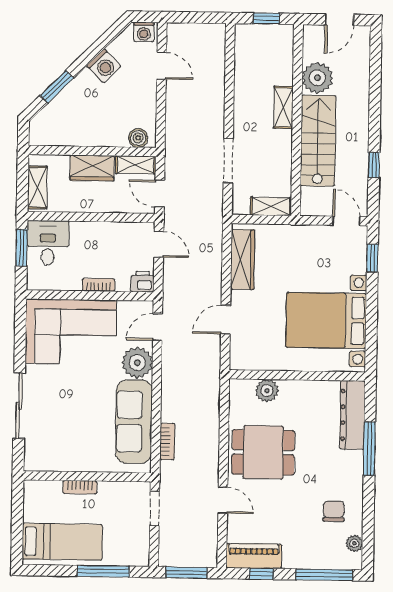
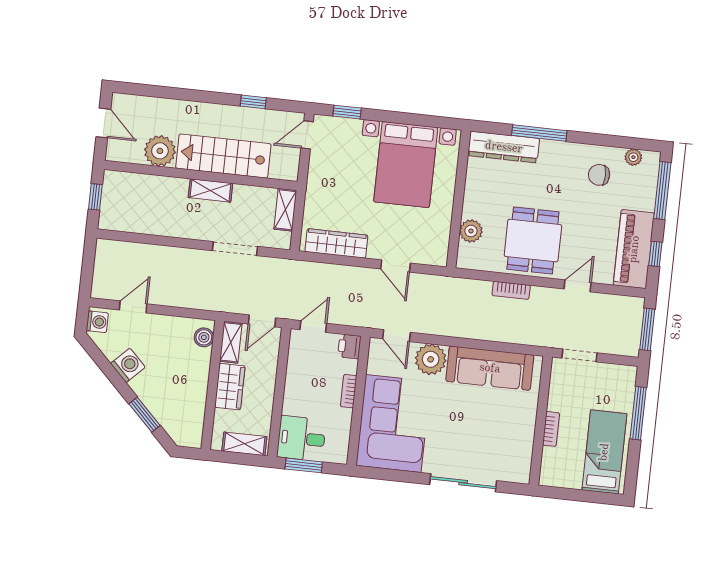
shelving: (283, 107) -> (210, 190), moved
bookcase: (167, 441) -> (511, 290), moved, turned 180
piano: (254, 556) -> (634, 249), width x1.37, depth x1.33

